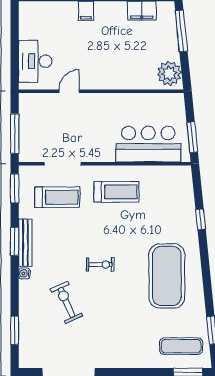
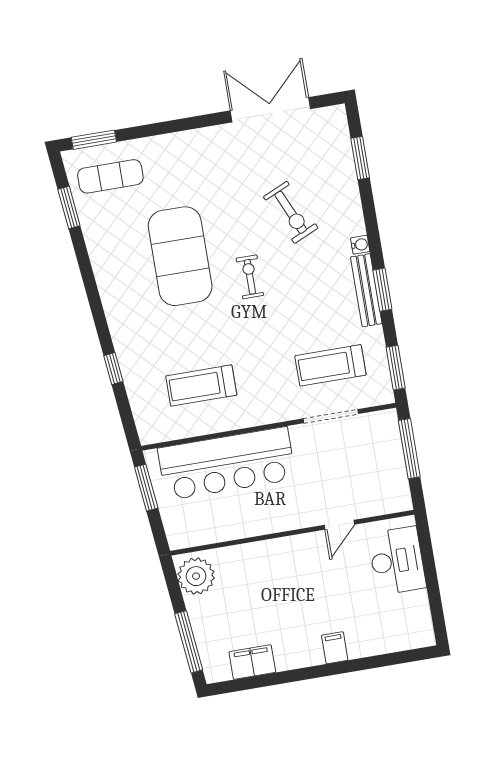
bar counter: (148, 144) -> (227, 464), width x1.36
treadmill: (116, 192) -> (201, 386), moved
exercise bike: (100, 264) -> (250, 277), turned 90
exercise mat: (167, 276) -> (180, 256), moved

